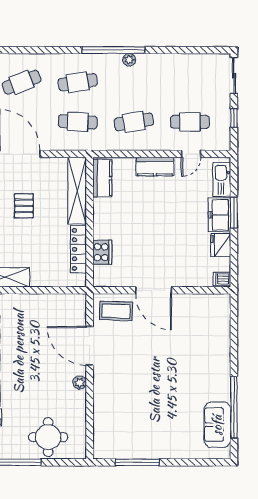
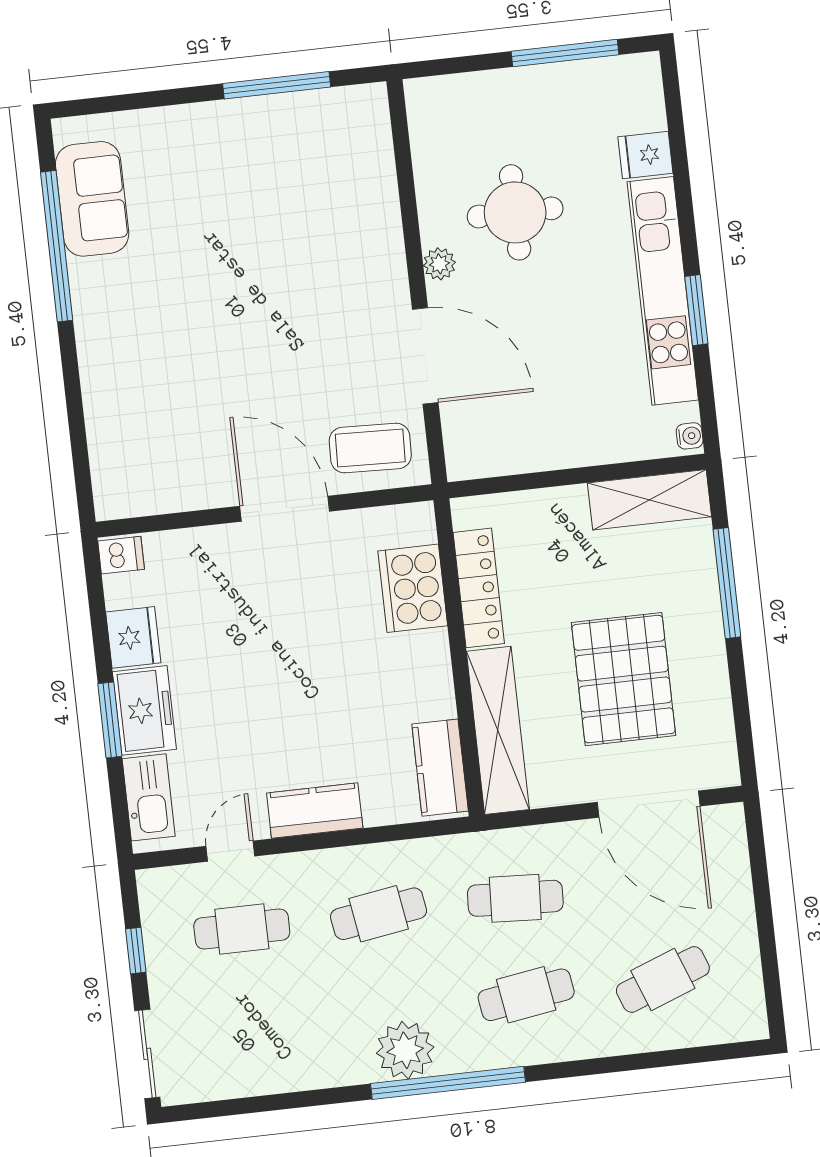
plant: (129, 60) -> (405, 1050), width x1.88, depth x1.88
pallet: (24, 206) -> (624, 679), width x2.05, depth x2.00
cooker: (102, 252) -> (413, 588), width x1.37, depth x1.31
round table: (48, 437) -> (515, 212), moved

